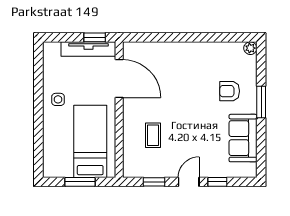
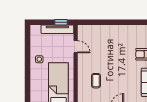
door: (119, 79) -> (76, 47), width x0.53

